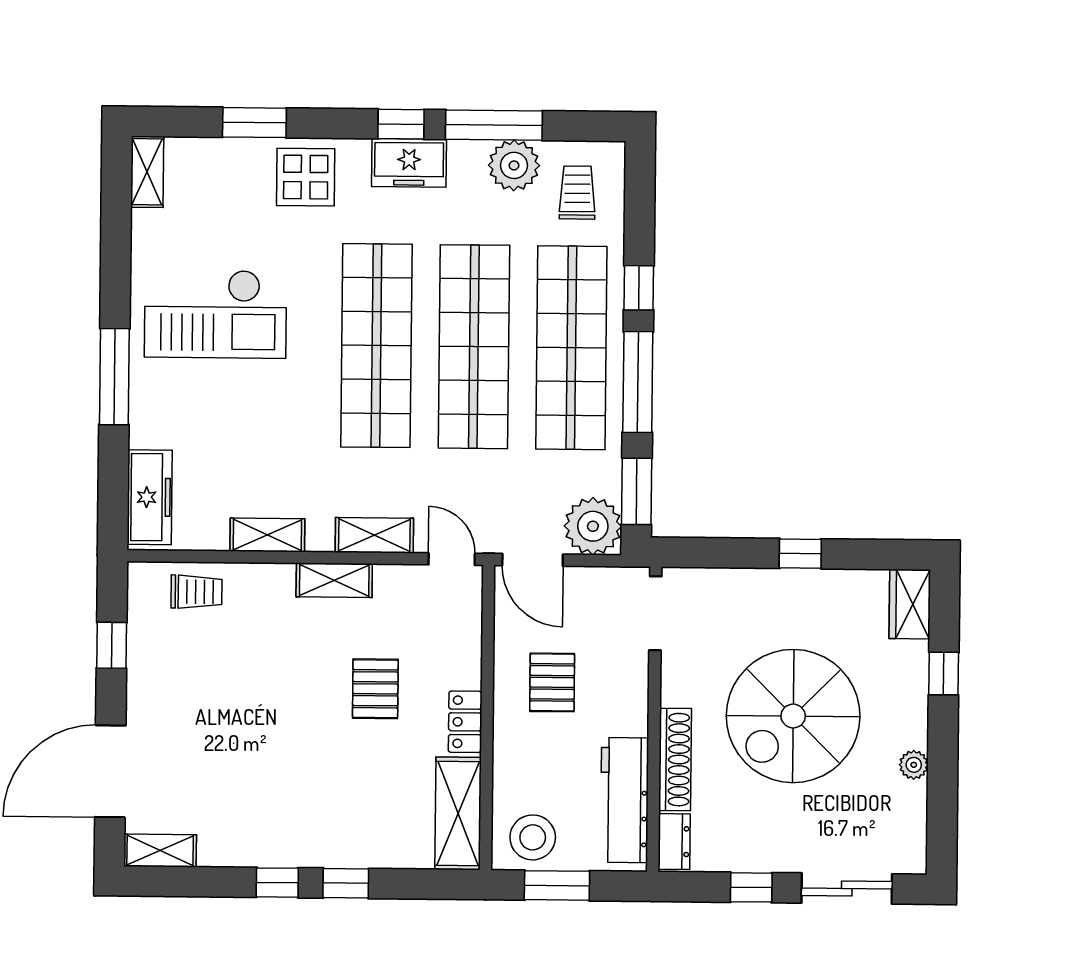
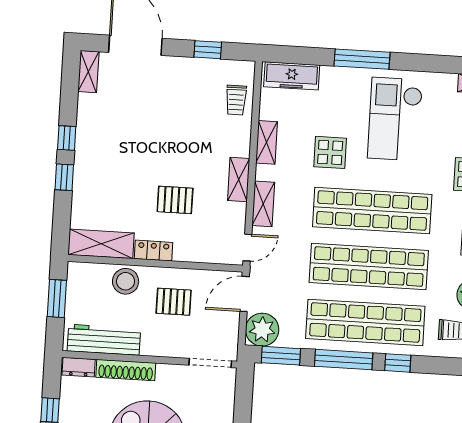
display table: (279, 424) -> (330, 152), added
stool: (533, 837) -> (126, 281), moved

